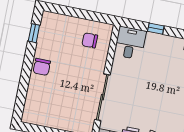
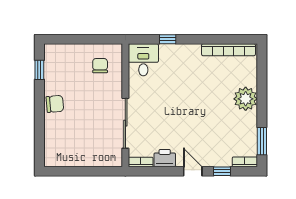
chair: (90, 40) -> (100, 66), turned 90
chair: (42, 67) -> (55, 104), turned -95

